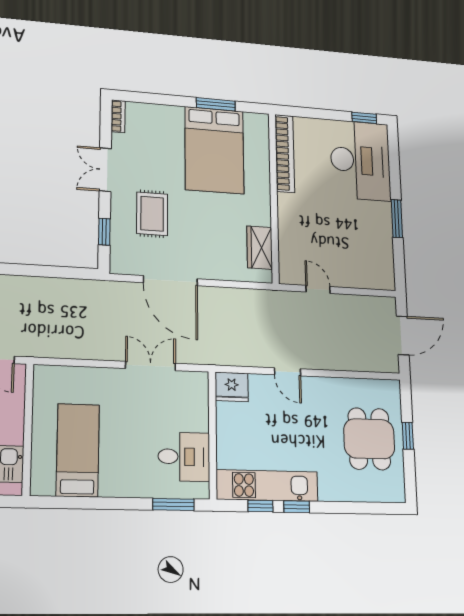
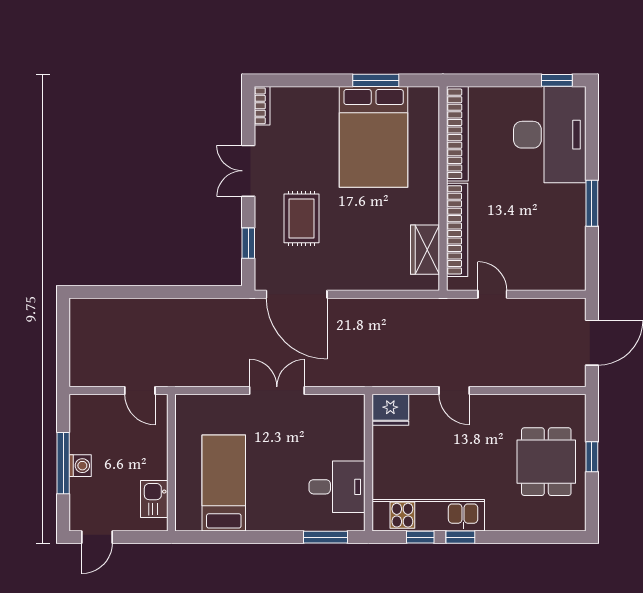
bookcase: (287, 233) -> (457, 230), added
door: (170, 281) -> (297, 294), moved
double door: (151, 366) -> (277, 390), moved

